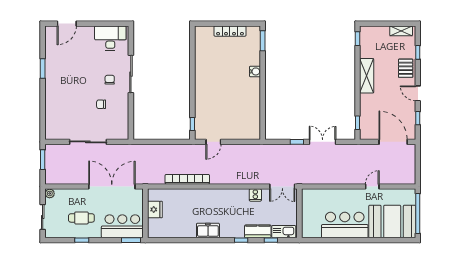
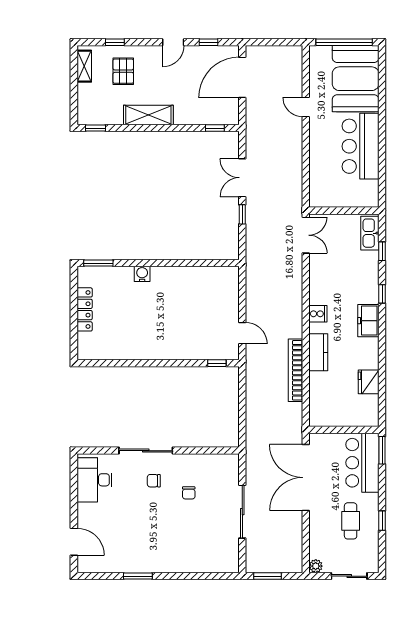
pallet: (406, 68) -> (123, 71), moved, turned 90
cooker: (255, 195) -> (318, 314), moved
fridge: (155, 209) -> (369, 382), moved, turned -90
freezer: (208, 230) -> (368, 321), moved
kitchen counter: (258, 231) -> (318, 352), moved, turned 180

